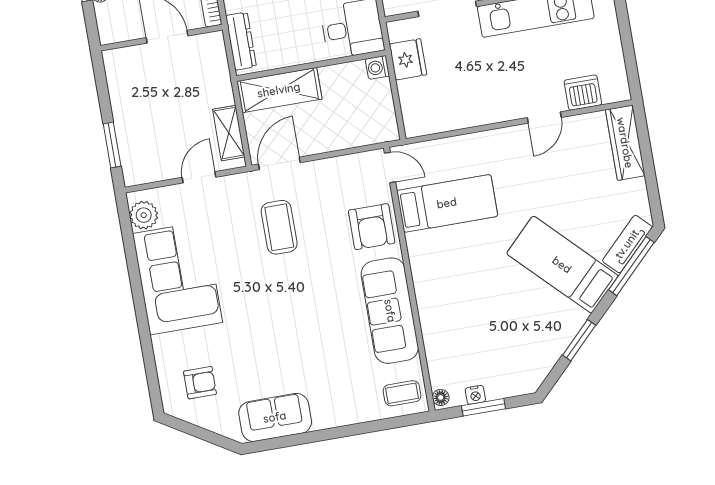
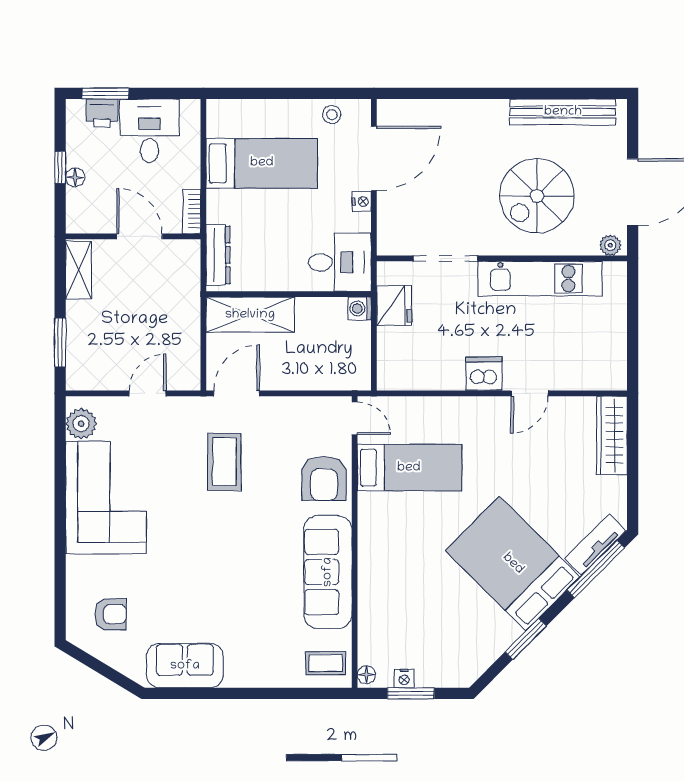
dishwasher: (583, 93) -> (484, 374), moved
shelving: (229, 133) -> (79, 270), moved
bed: (562, 265) -> (513, 564), width x1.50

